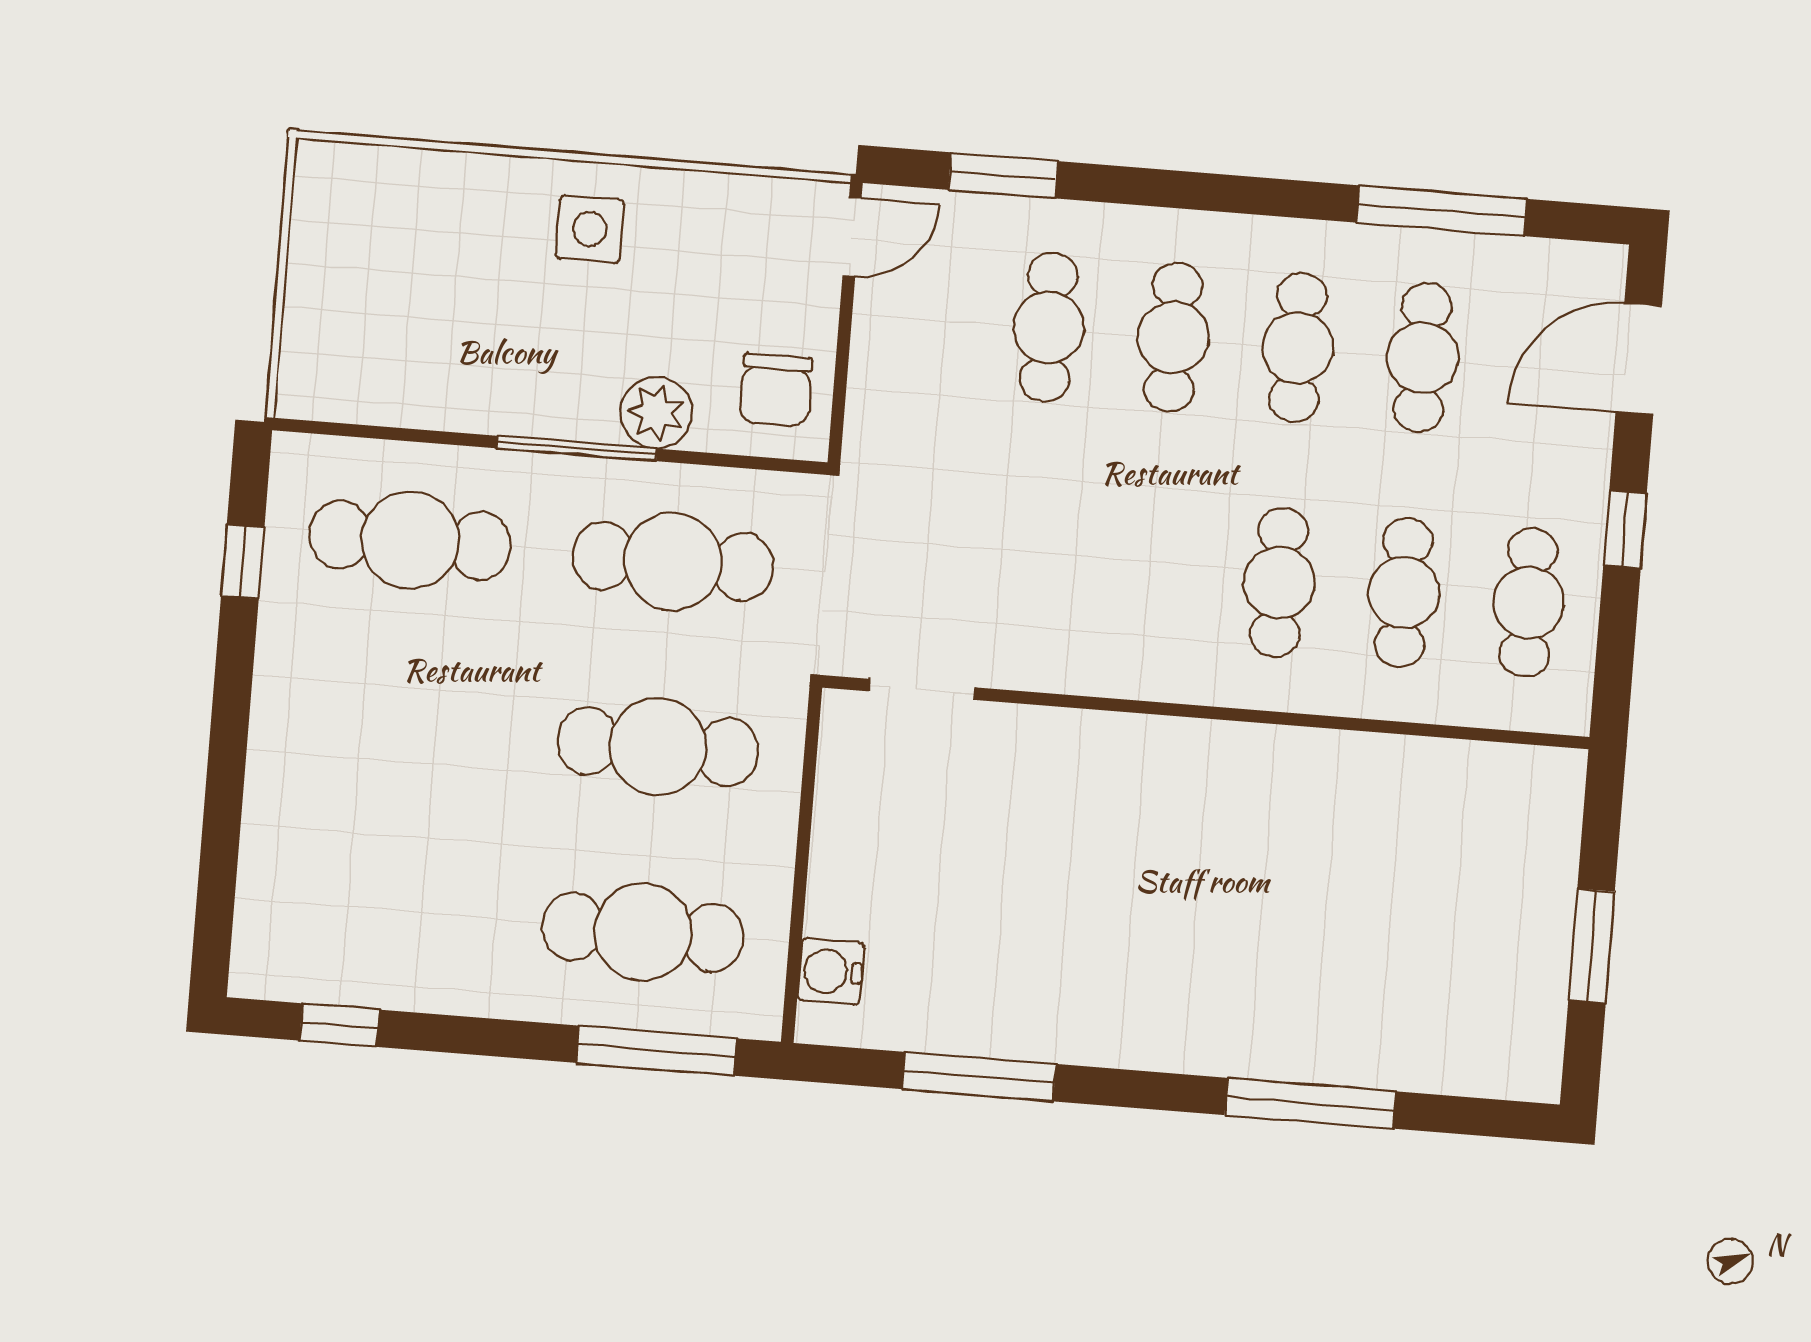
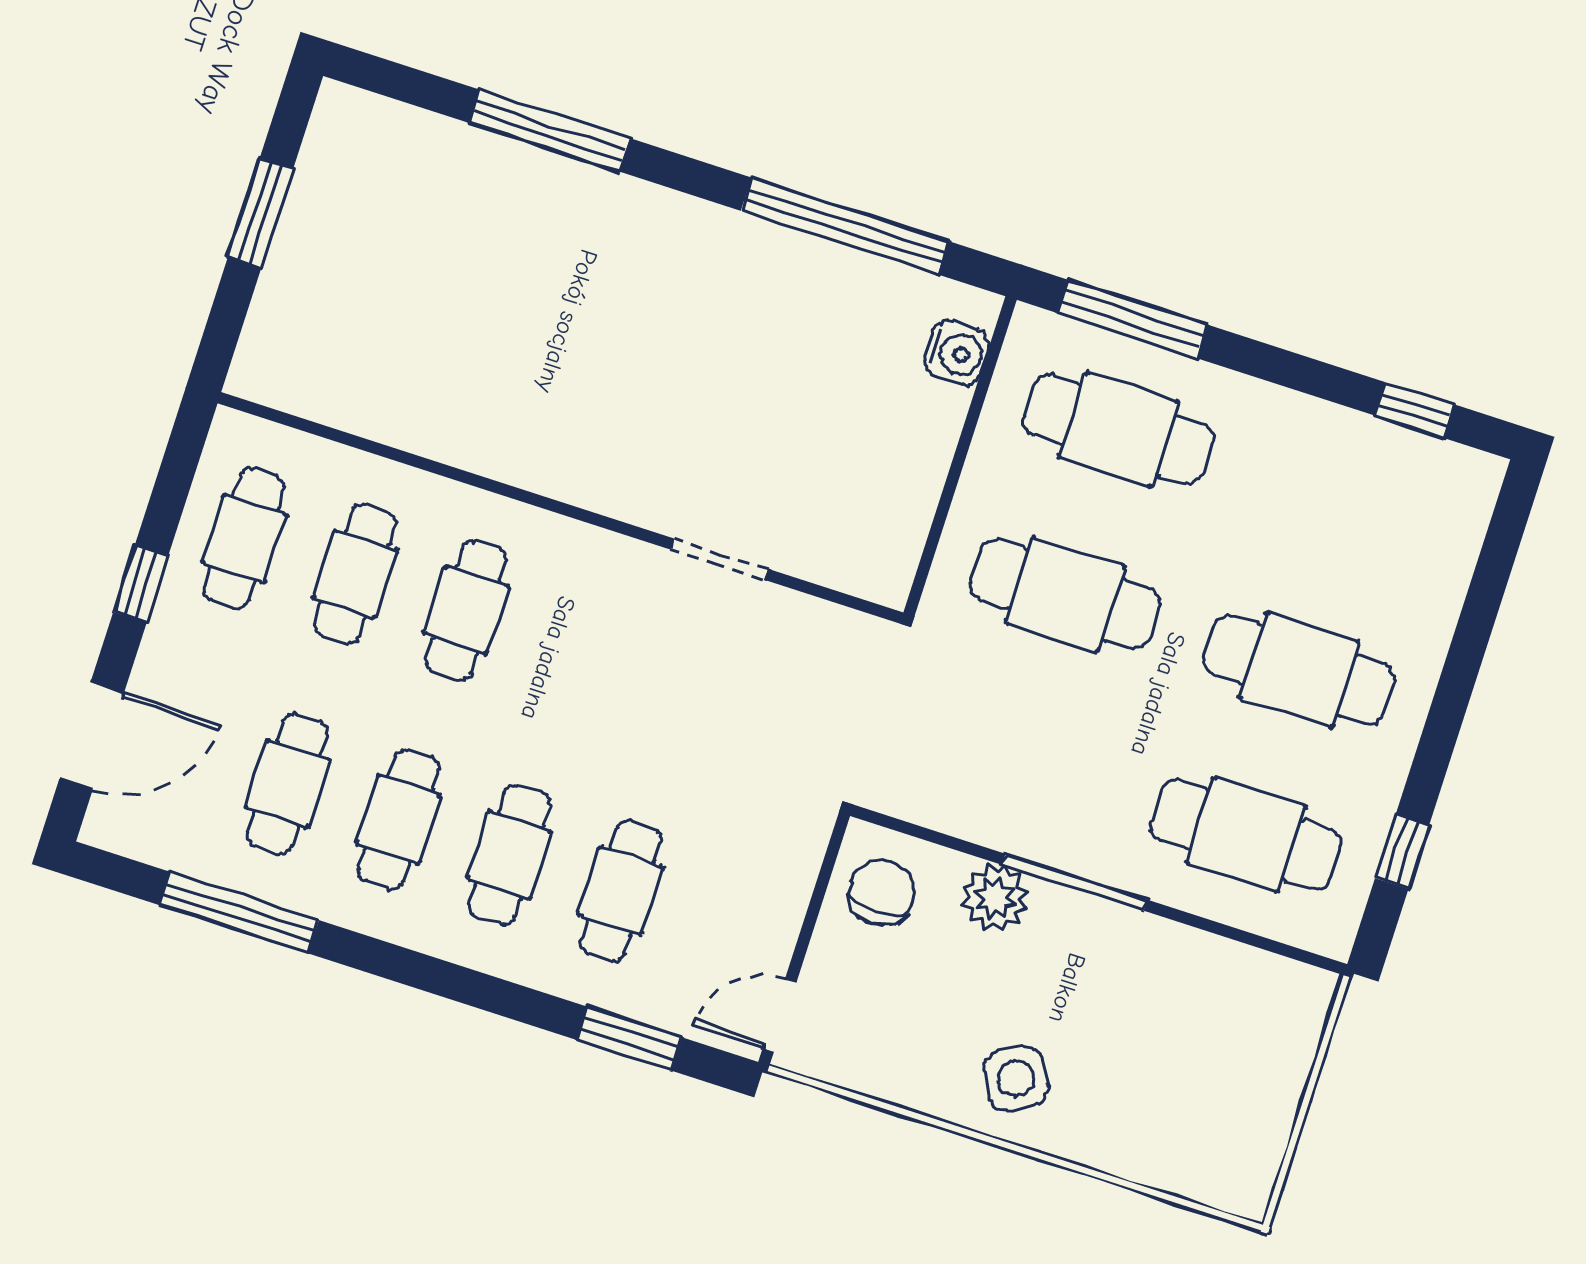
side table: (590, 229) -> (1016, 1079), turned -30
cafe table: (673, 561) -> (1299, 670), moved
doorway: (922, 689) -> (719, 559), moved
window: (979, 1077) -> (845, 226), width x1.46

